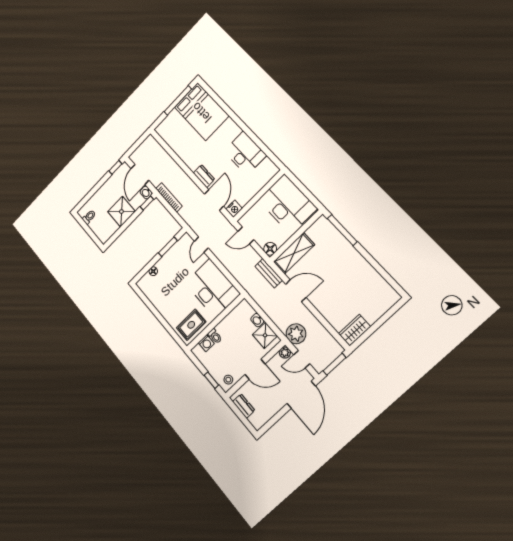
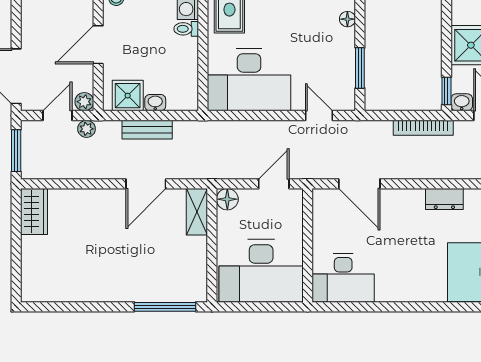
desk: (245, 153) -> (343, 278), moved
dresser: (204, 176) -> (444, 199), moved
nightstand: (234, 209) -> (322, 200), removed
shelving: (294, 253) -> (197, 212), width x0.67, depth x0.75
bench: (269, 273) -> (147, 130), moved
plant: (296, 334) -> (87, 129), width x0.53, depth x0.53

